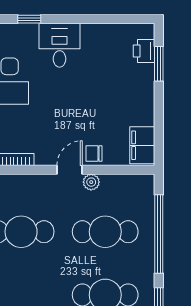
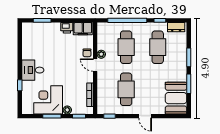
printer: (144, 51) -> (67, 28), moved

